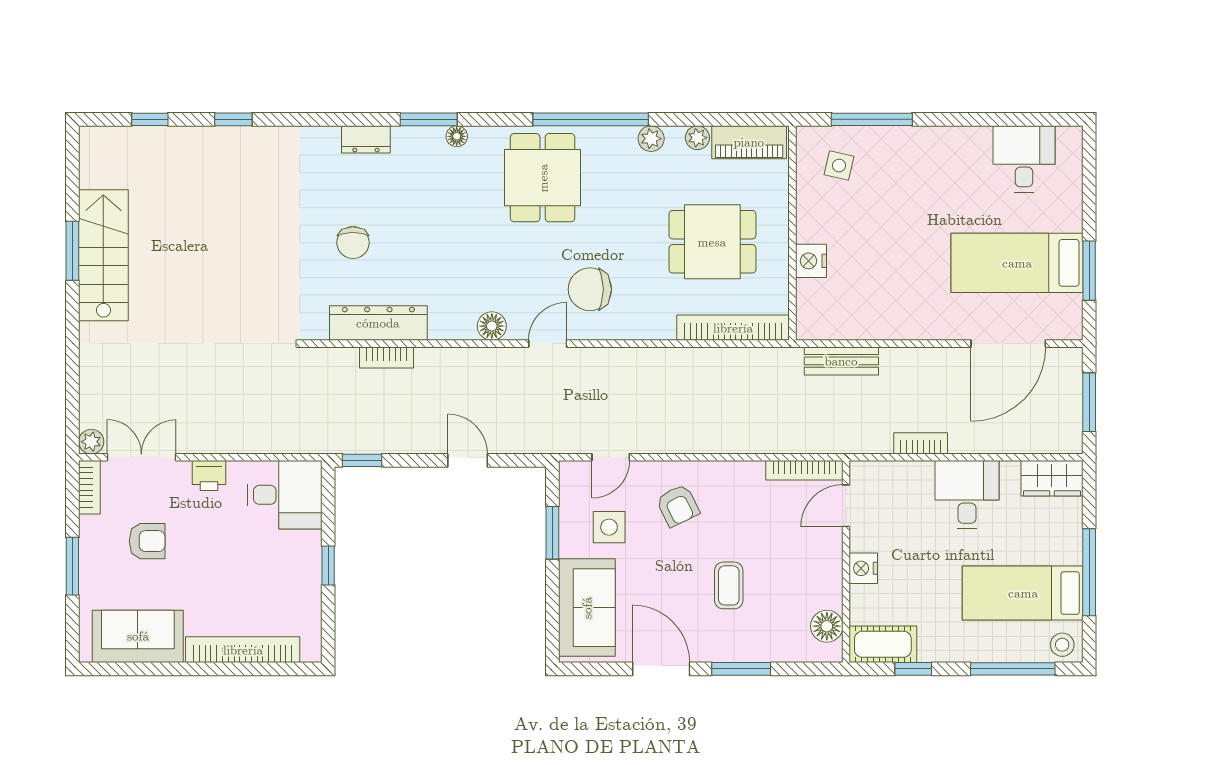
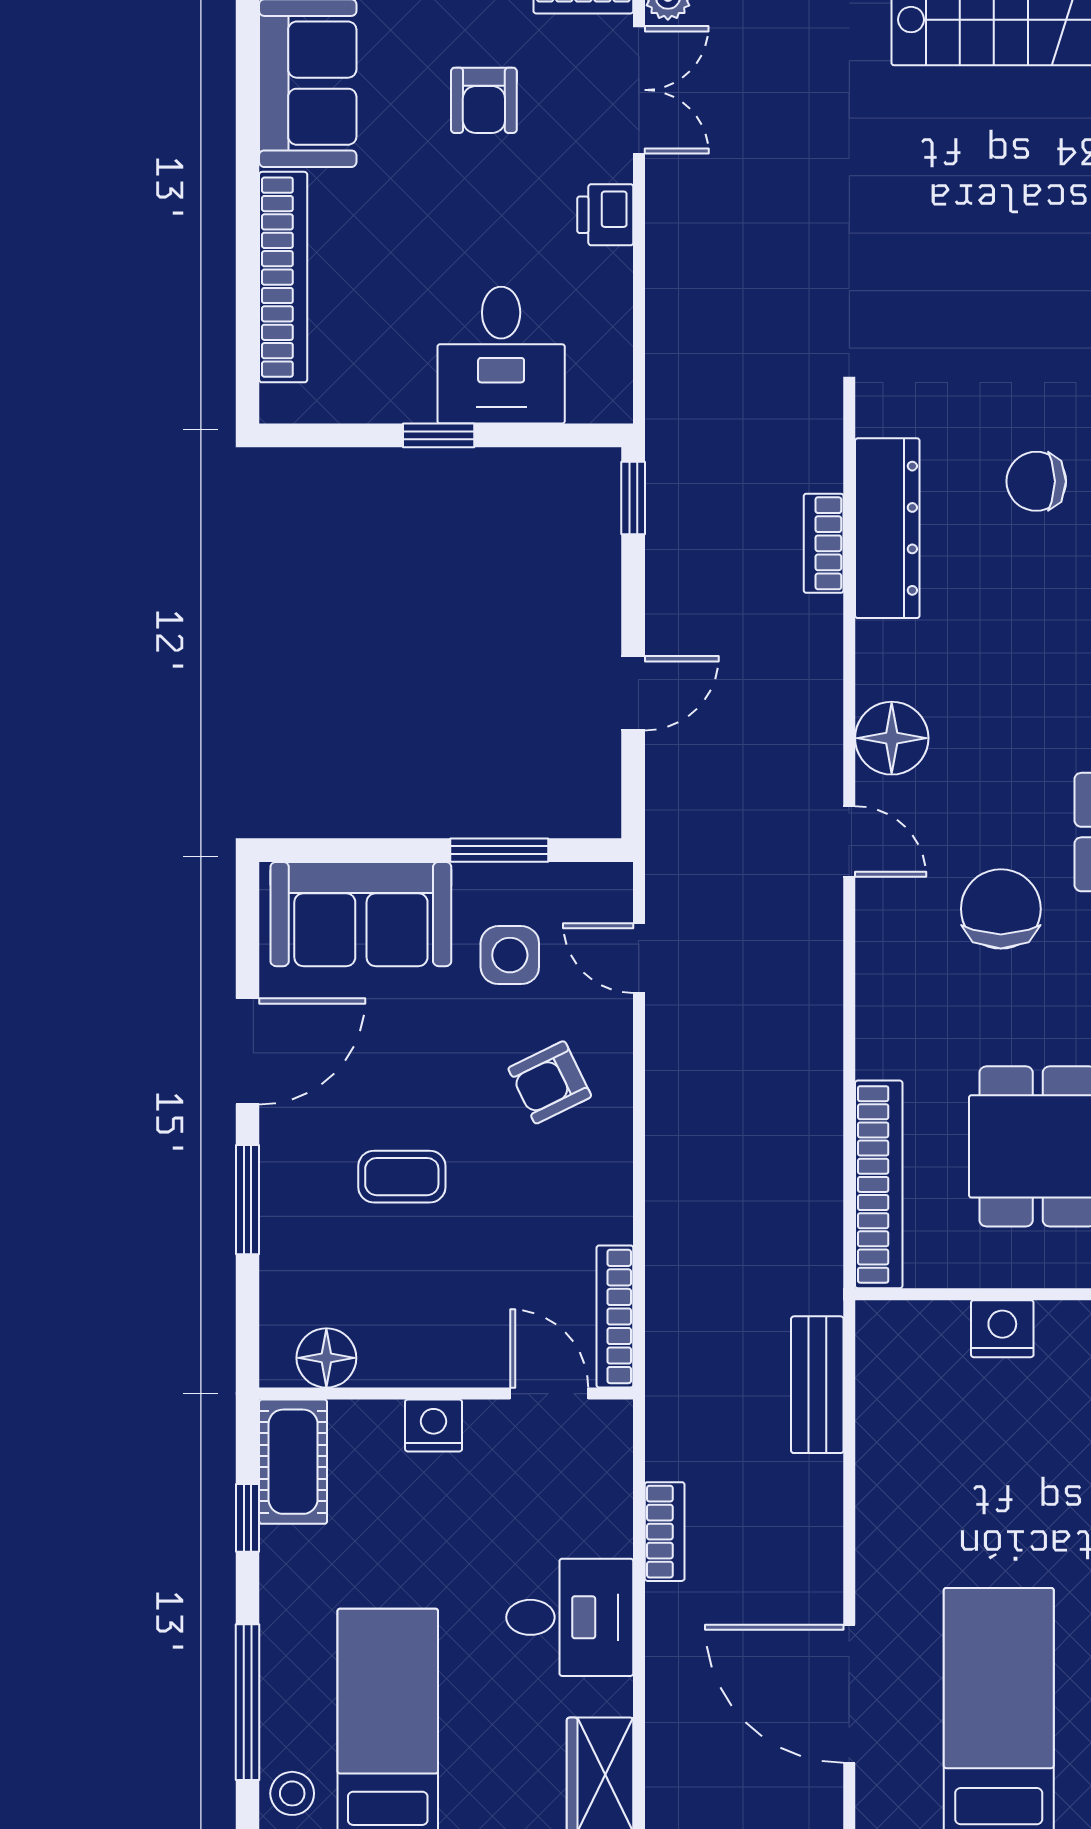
chair: (590, 289) -> (1001, 909), moved
floor lamp: (492, 326) -> (892, 738), width x1.38, depth x1.38
desk: (285, 495) -> (501, 355), moved

